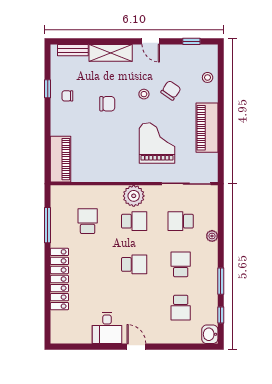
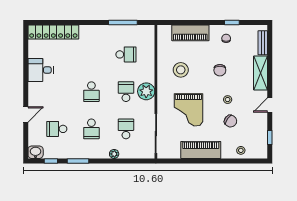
grand piano: (157, 143) -> (188, 110), turned 90
stool: (107, 153) -> (181, 70), added
piano: (61, 159) -> (190, 33), moved
school desk: (134, 221) -> (126, 92), turned 180
school desk: (181, 264) -> (91, 129), turned 90
locker: (59, 279) -> (53, 32), moved
door: (136, 347) -> (26, 114), moved

